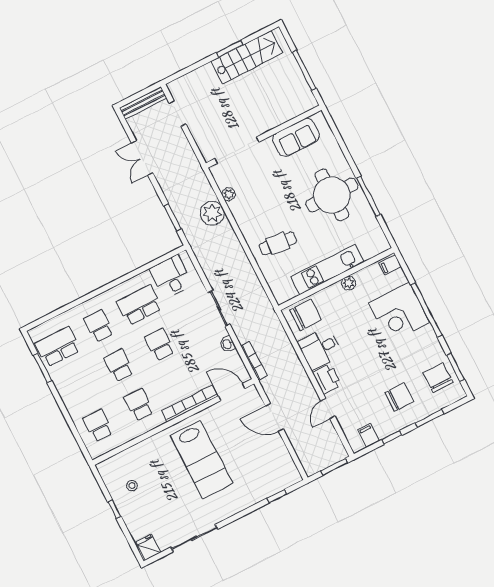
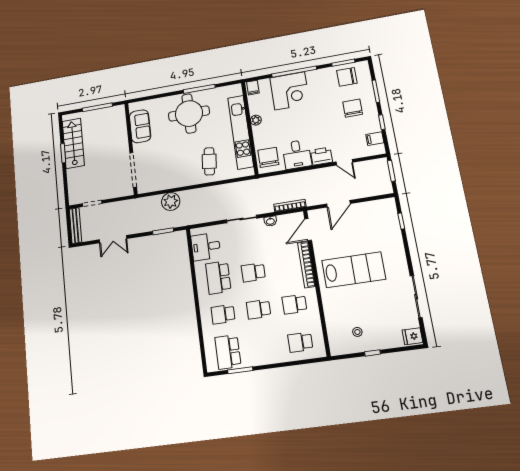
plant: (229, 194) -> (162, 185), removed
kitchen unit: (327, 269) -> (241, 132), width x1.36

